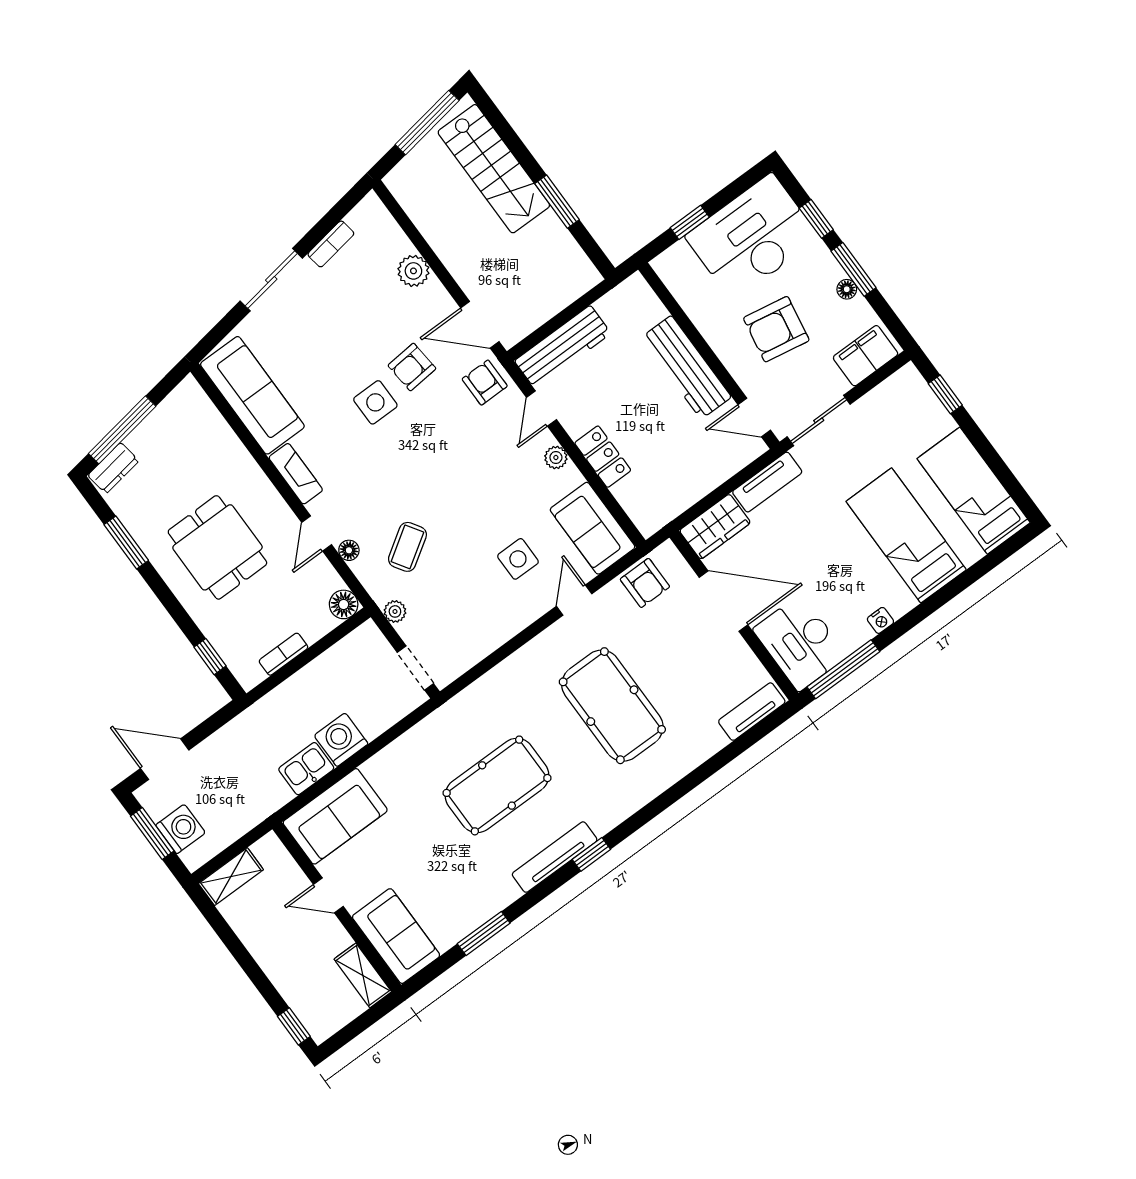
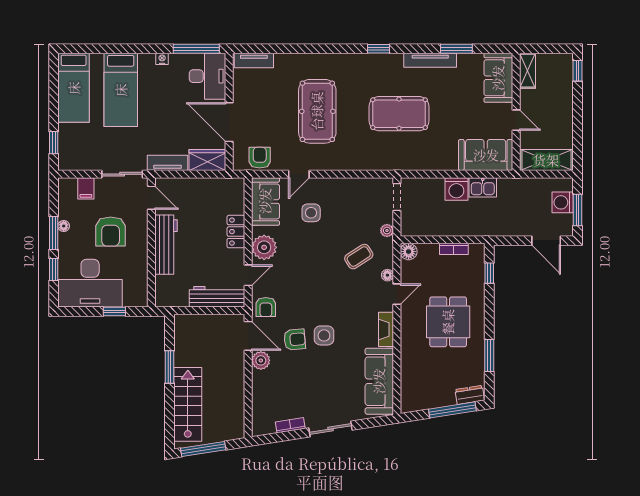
plant: (413, 271) -> (261, 360), moved
armchair: (776, 329) -> (111, 232), turned 80
filing cabinet: (866, 356) -> (86, 188), width x0.50
plant: (556, 457) -> (264, 247), width x1.87, depth x1.87
tv unit: (555, 857) -> (430, 60), moved
shelving: (231, 877) -> (546, 160), width x1.50, depth x1.33

